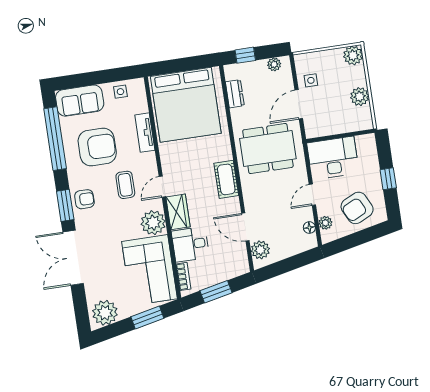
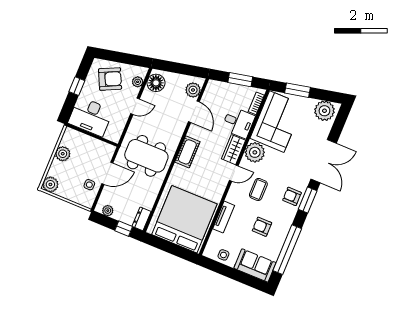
dresser: (235, 94) -> (142, 219), moved
armchair: (97, 147) -> (262, 227), width x0.53, depth x0.53
desk: (333, 158) -> (90, 117), moved
floor lamp: (309, 228) -> (156, 83), width x1.89, depth x1.89

